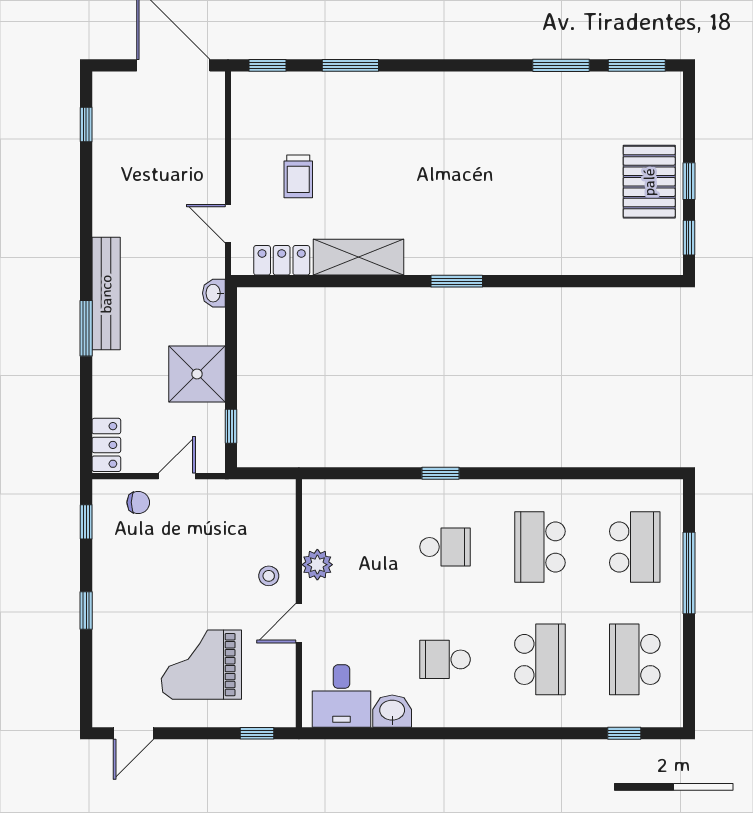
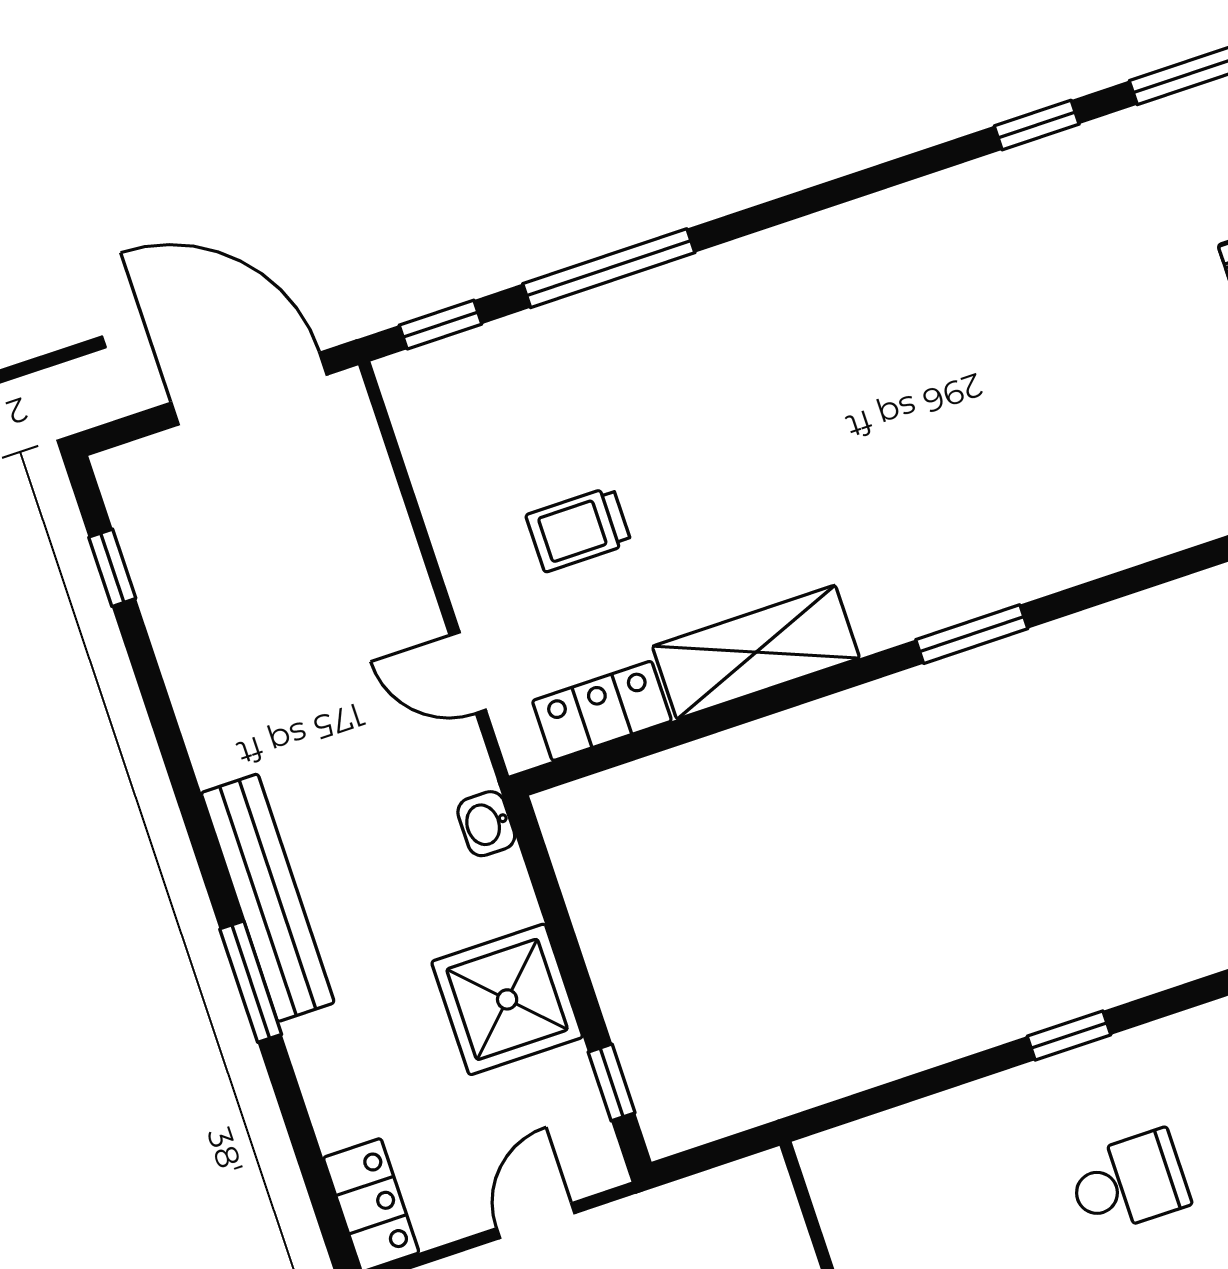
window: (350, 65) -> (609, 268), width x1.44
window: (561, 65) -> (1037, 125), width x0.67
trolley: (298, 176) -> (579, 529), turned 90

